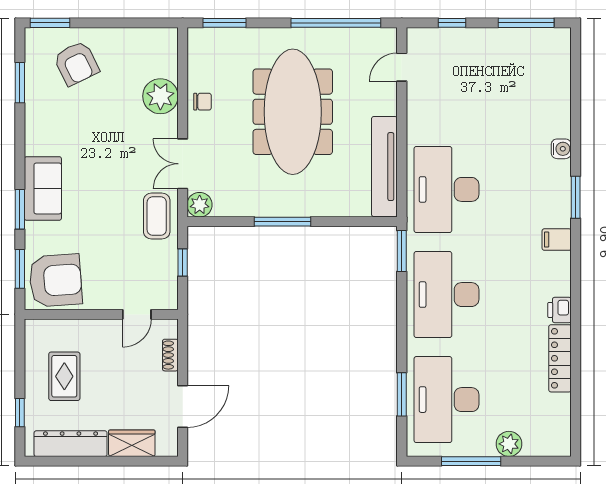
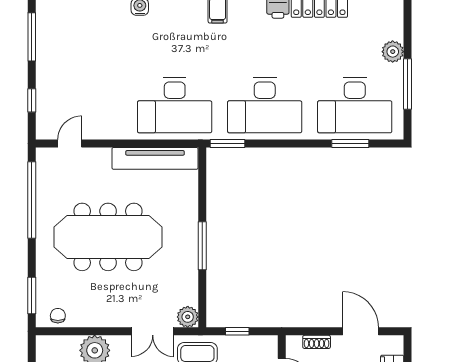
door: (402, 67) -> (70, 144), swing flipped
chair: (202, 102) -> (58, 316), moved

